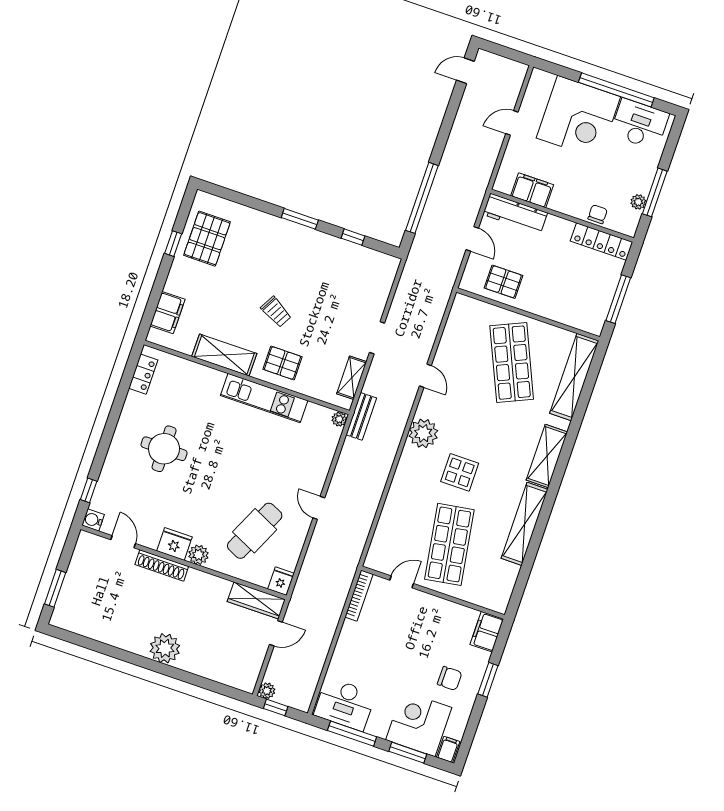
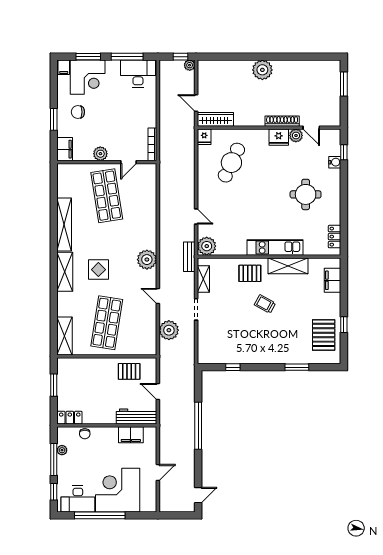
window: (671, 146) -> (54, 492), added
window: (422, 198) -> (198, 426), moved
window: (300, 219) -> (297, 367), moved
locker: (601, 242) -> (70, 418), width x0.66
window: (618, 299) -> (54, 385), width x0.69
plant: (426, 321) -> (169, 330), added
shop shelf: (512, 363) -> (107, 323), turned 33
shelving: (574, 377) -> (65, 336), width x0.68
kitchen unit: (264, 398) -> (275, 248), moved
plant: (339, 419) -> (207, 246), width x1.88, depth x1.88
display table: (460, 472) -> (98, 270), moved
door: (319, 508) -> (196, 216), moved
water cooler: (93, 520) -> (335, 162), moved
plant: (198, 555) -> (296, 135), moved
plant: (438, 608) -> (100, 154), added
door: (276, 633) -> (196, 103), hinge flipped

